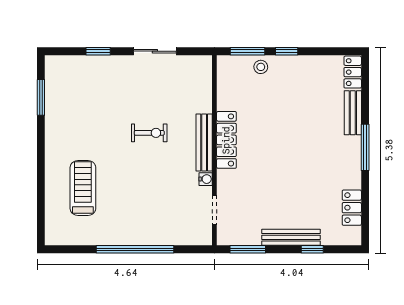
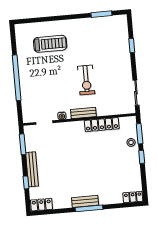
sliding door: (155, 51) -> (136, 93), moved
bench: (353, 113) -> (85, 201), moved
exercise bike: (149, 133) -> (86, 80), width x1.38, depth x1.39
locker: (226, 140) -> (102, 125), moved
bench: (204, 142) -> (83, 113), width x0.73
locker: (352, 208) -> (41, 205), moved

